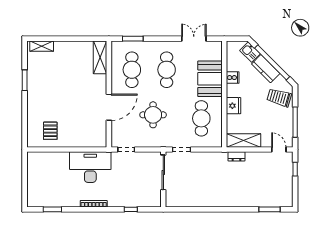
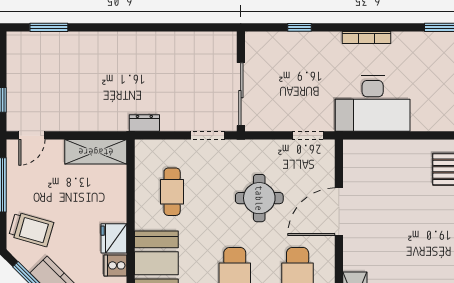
fridge: (234, 106) -> (114, 238), moved
cafe table: (201, 118) -> (172, 192), width x0.73, depth x0.74
door: (279, 149) -> (32, 135), hinge flipped
dresser: (236, 156) -> (144, 123), moved

